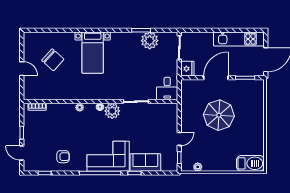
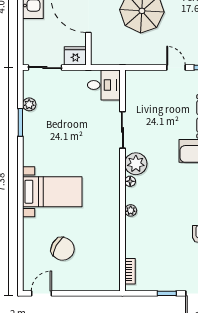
plant: (150, 41) -> (29, 104), width x0.53, depth x0.53
chair: (53, 60) -> (63, 249), turned 77
door: (22, 69) -> (41, 293), moved

